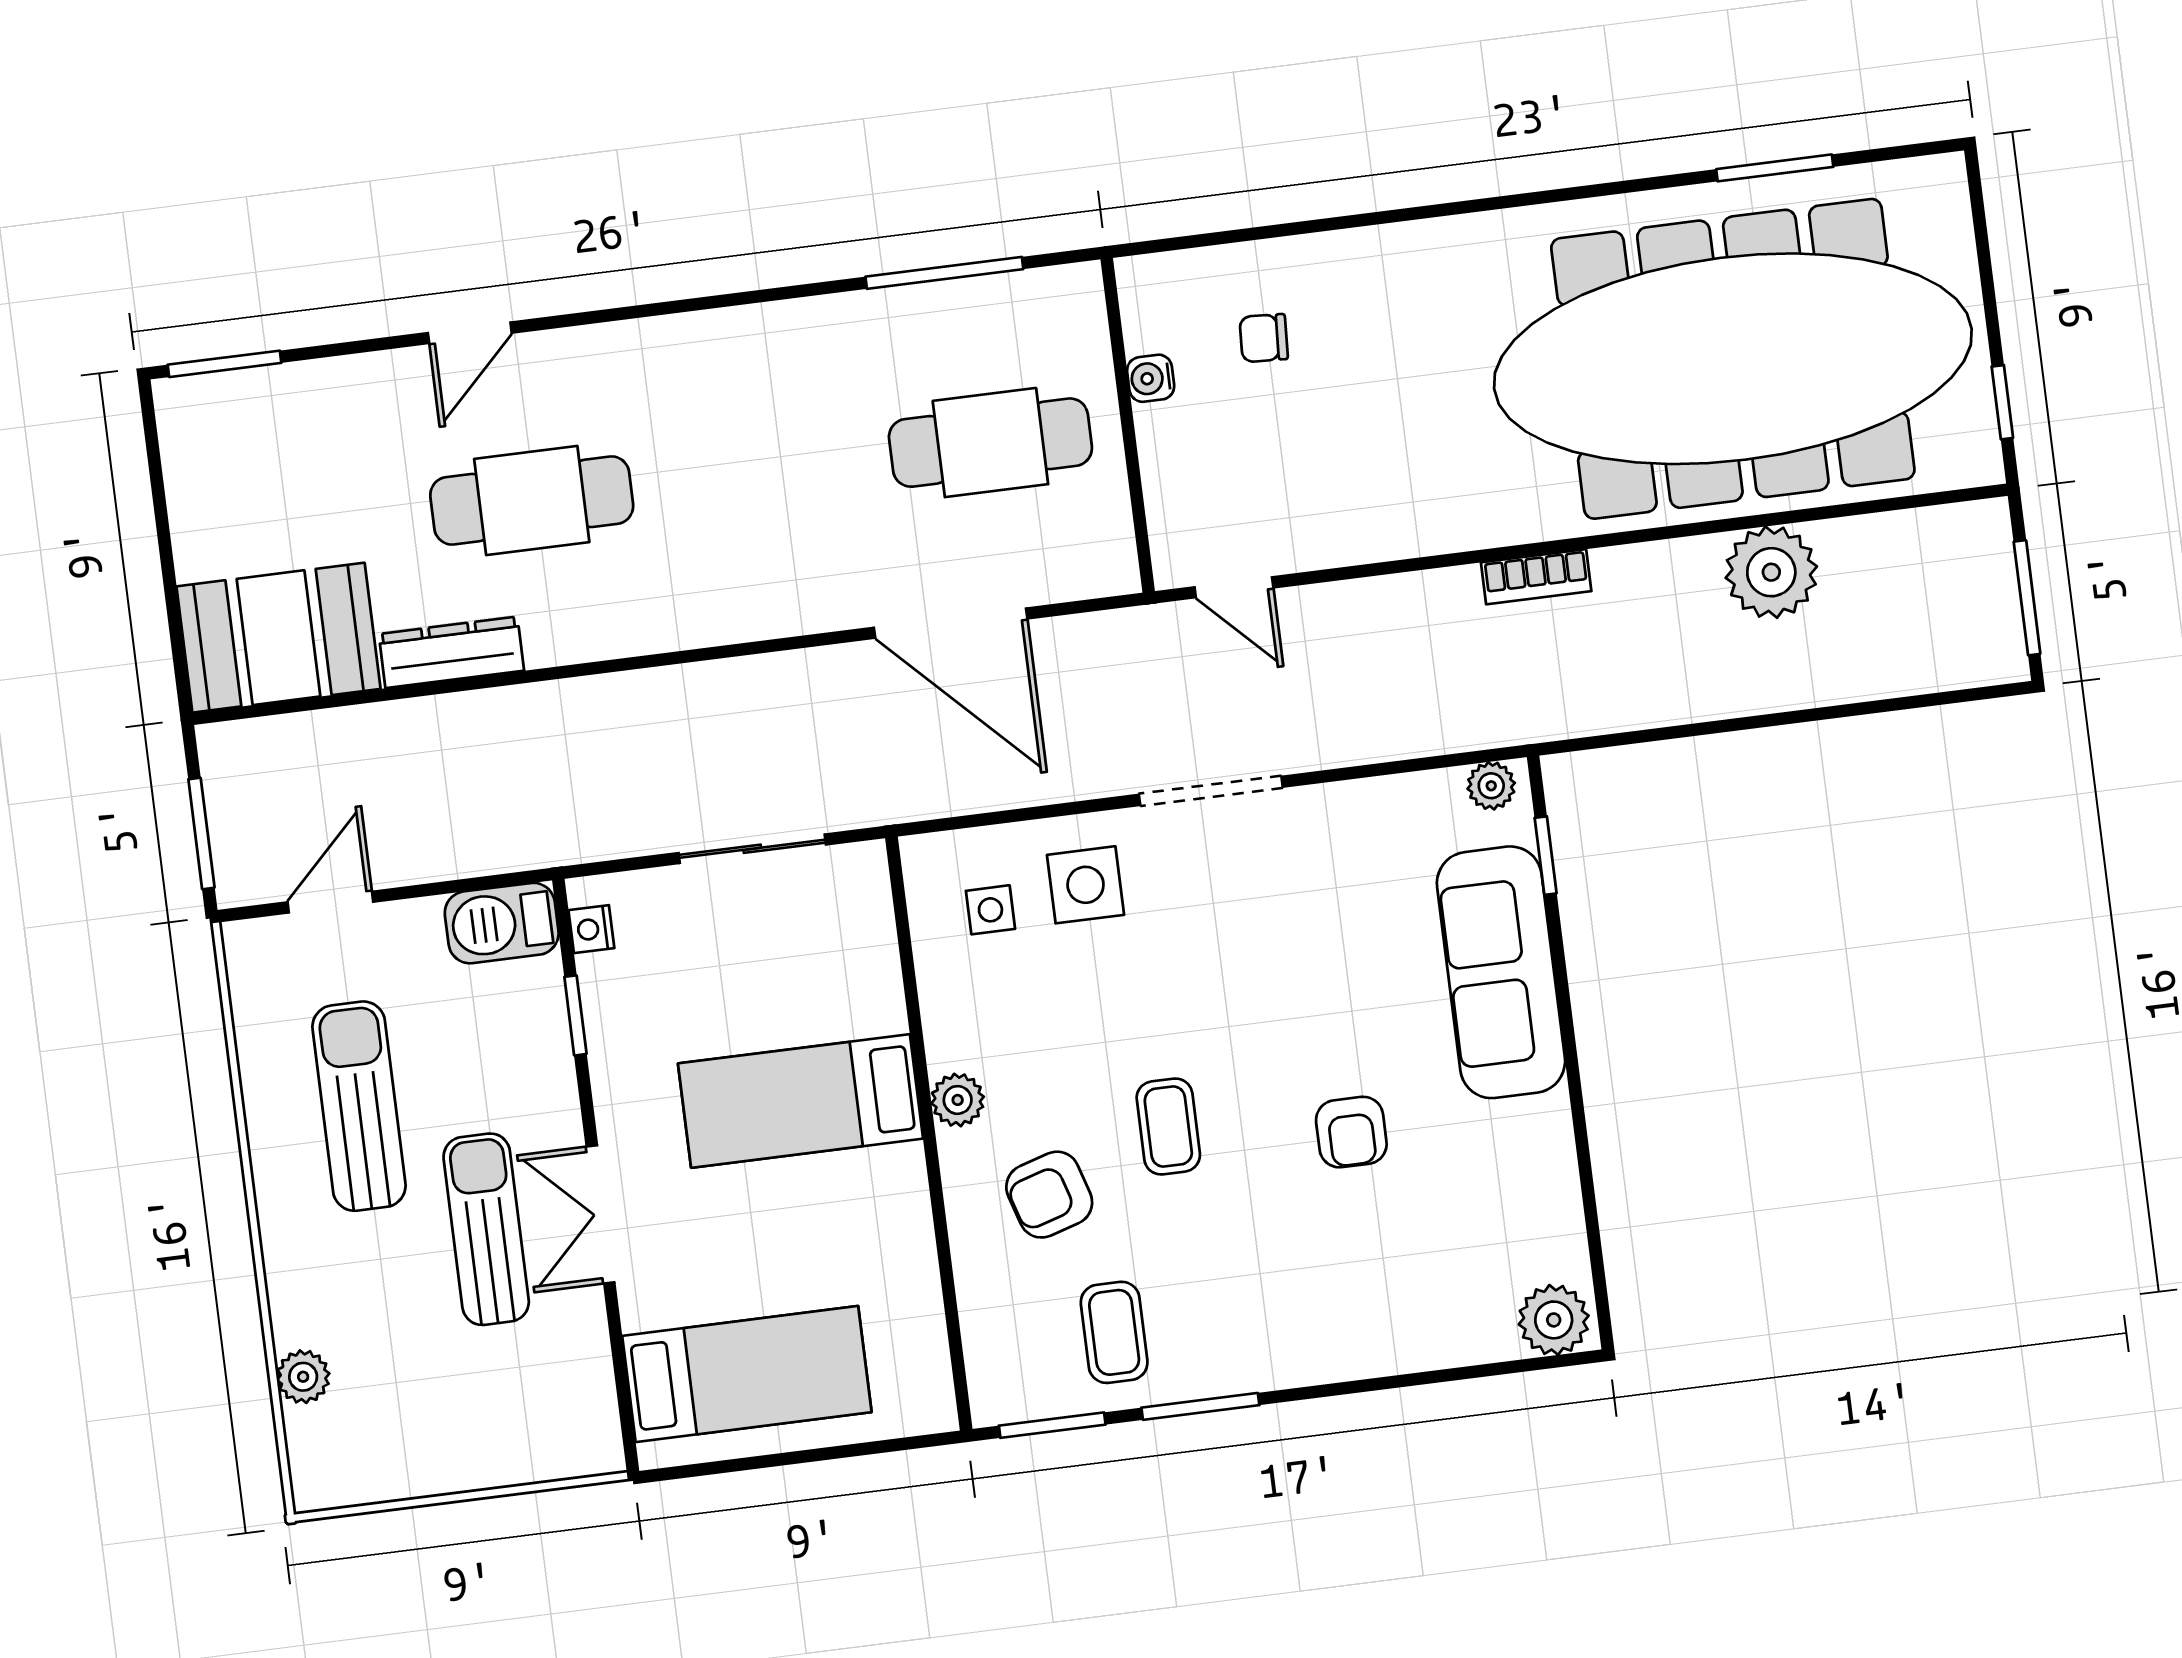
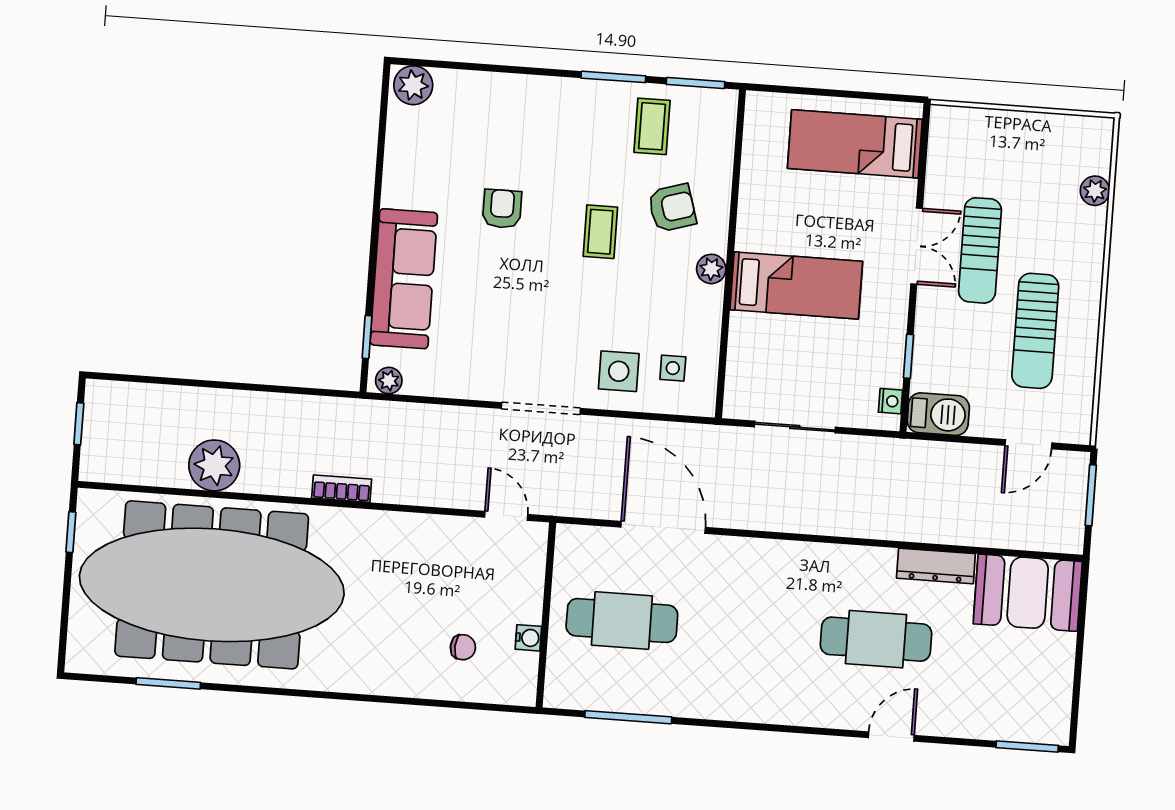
window: (2027, 598) -> (79, 424), width x0.67

